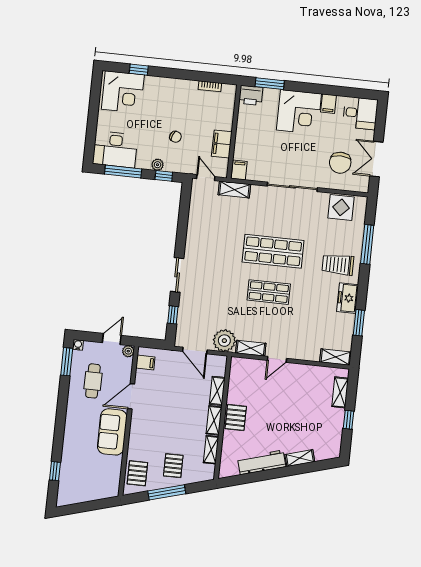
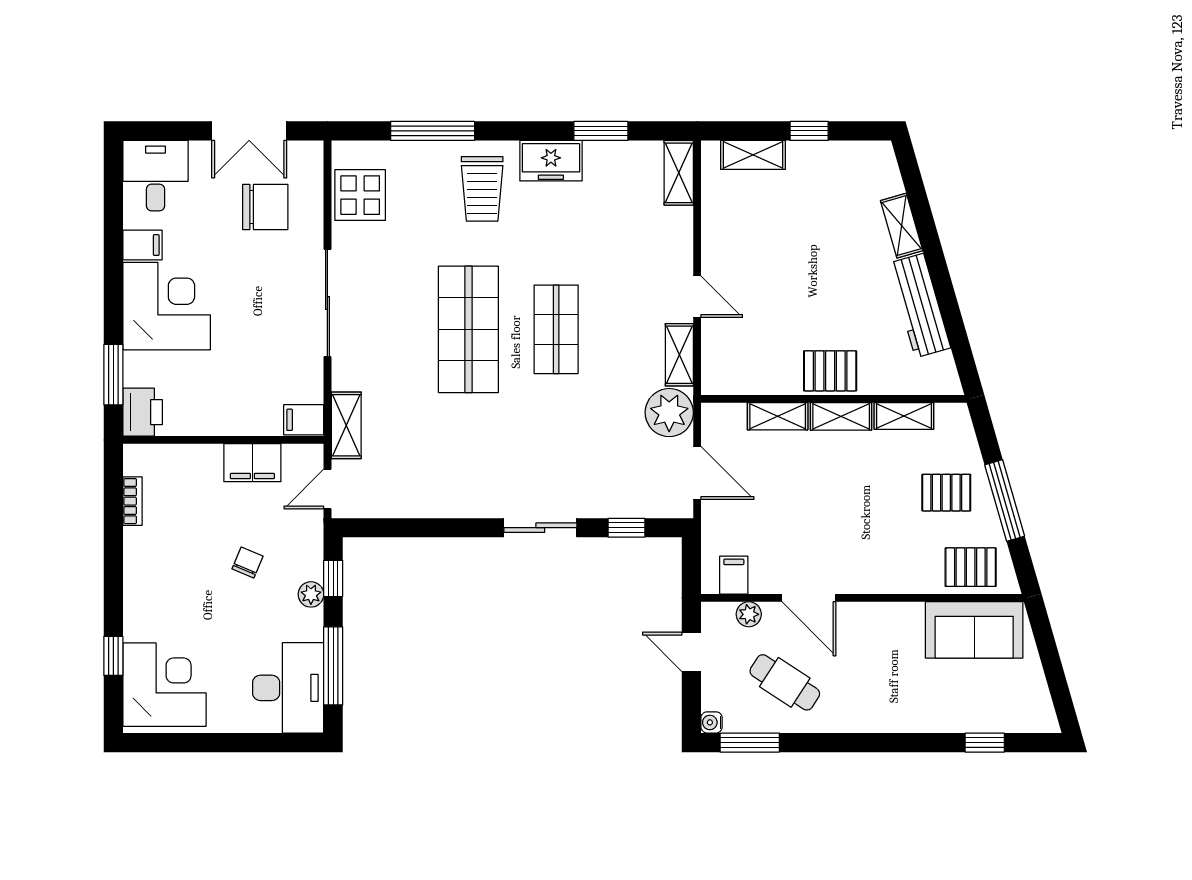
plant: (128, 351) -> (749, 614), moved
door: (195, 351) -> (697, 473), hinge flipped
cafe table: (93, 381) -> (785, 682), turned 33
sofa: (112, 432) -> (974, 630), moved

